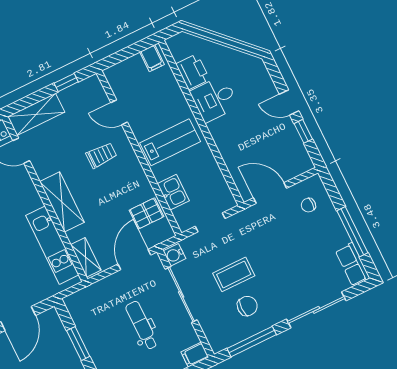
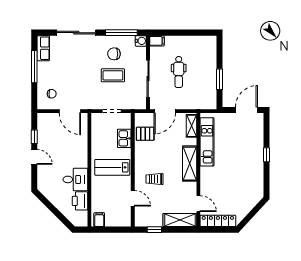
water cooler: (174, 255) -> (141, 41), moved

